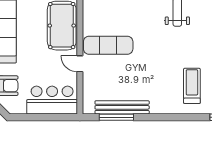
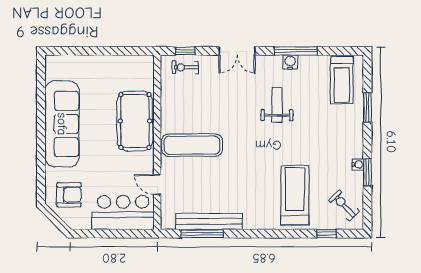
door: (80, 64) -> (157, 185), moved
treadmill: (192, 86) -> (295, 195), width x1.37, depth x1.38

